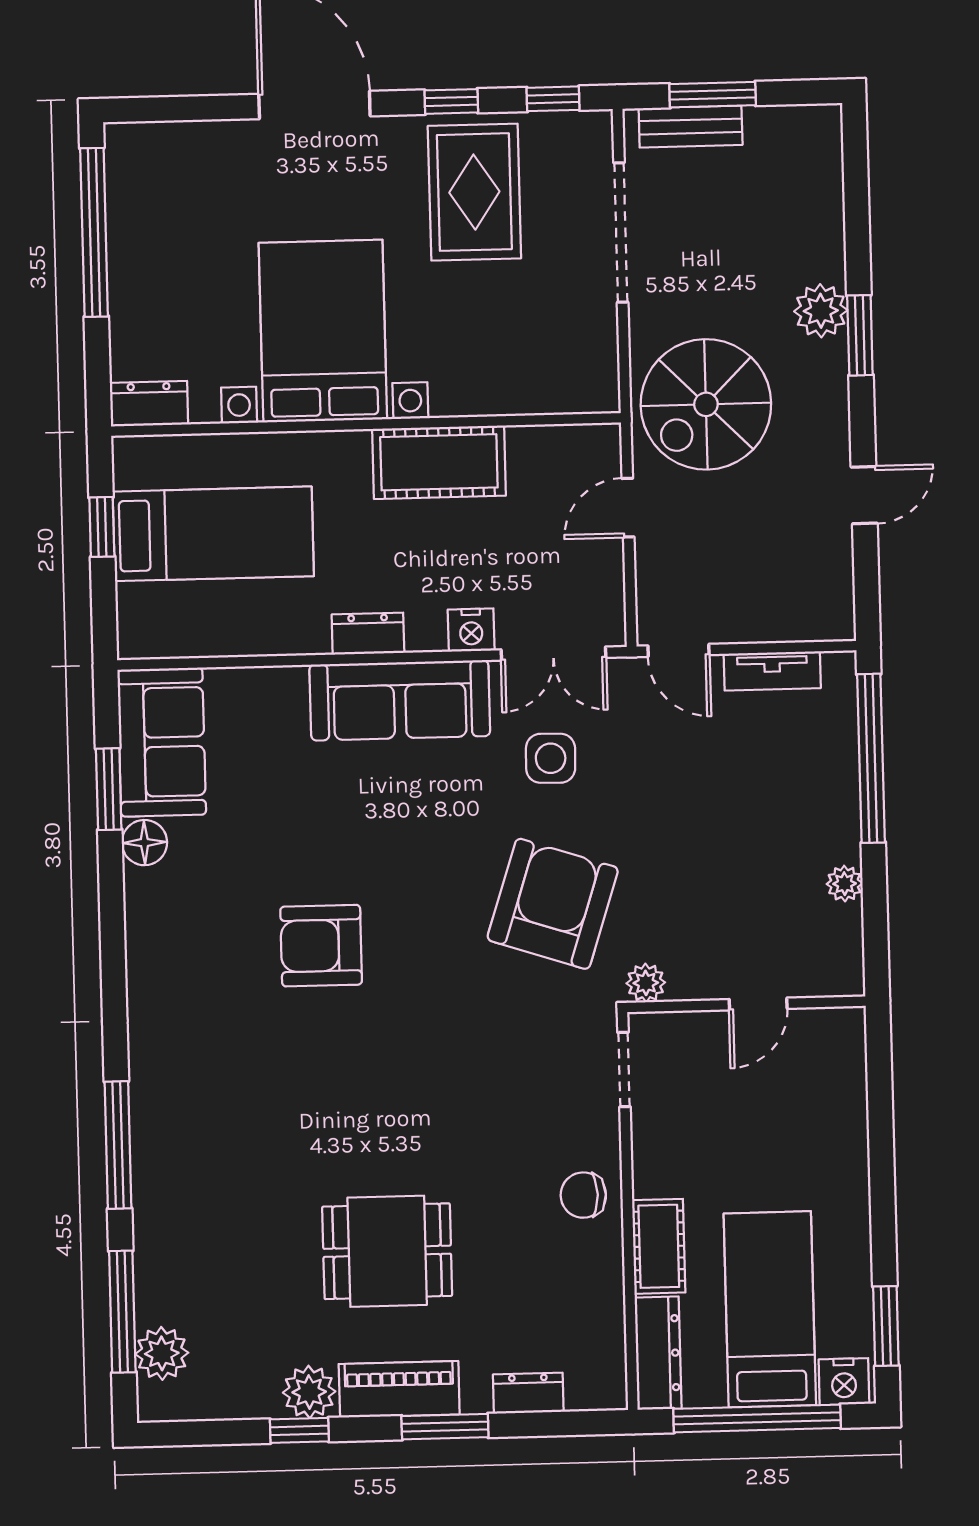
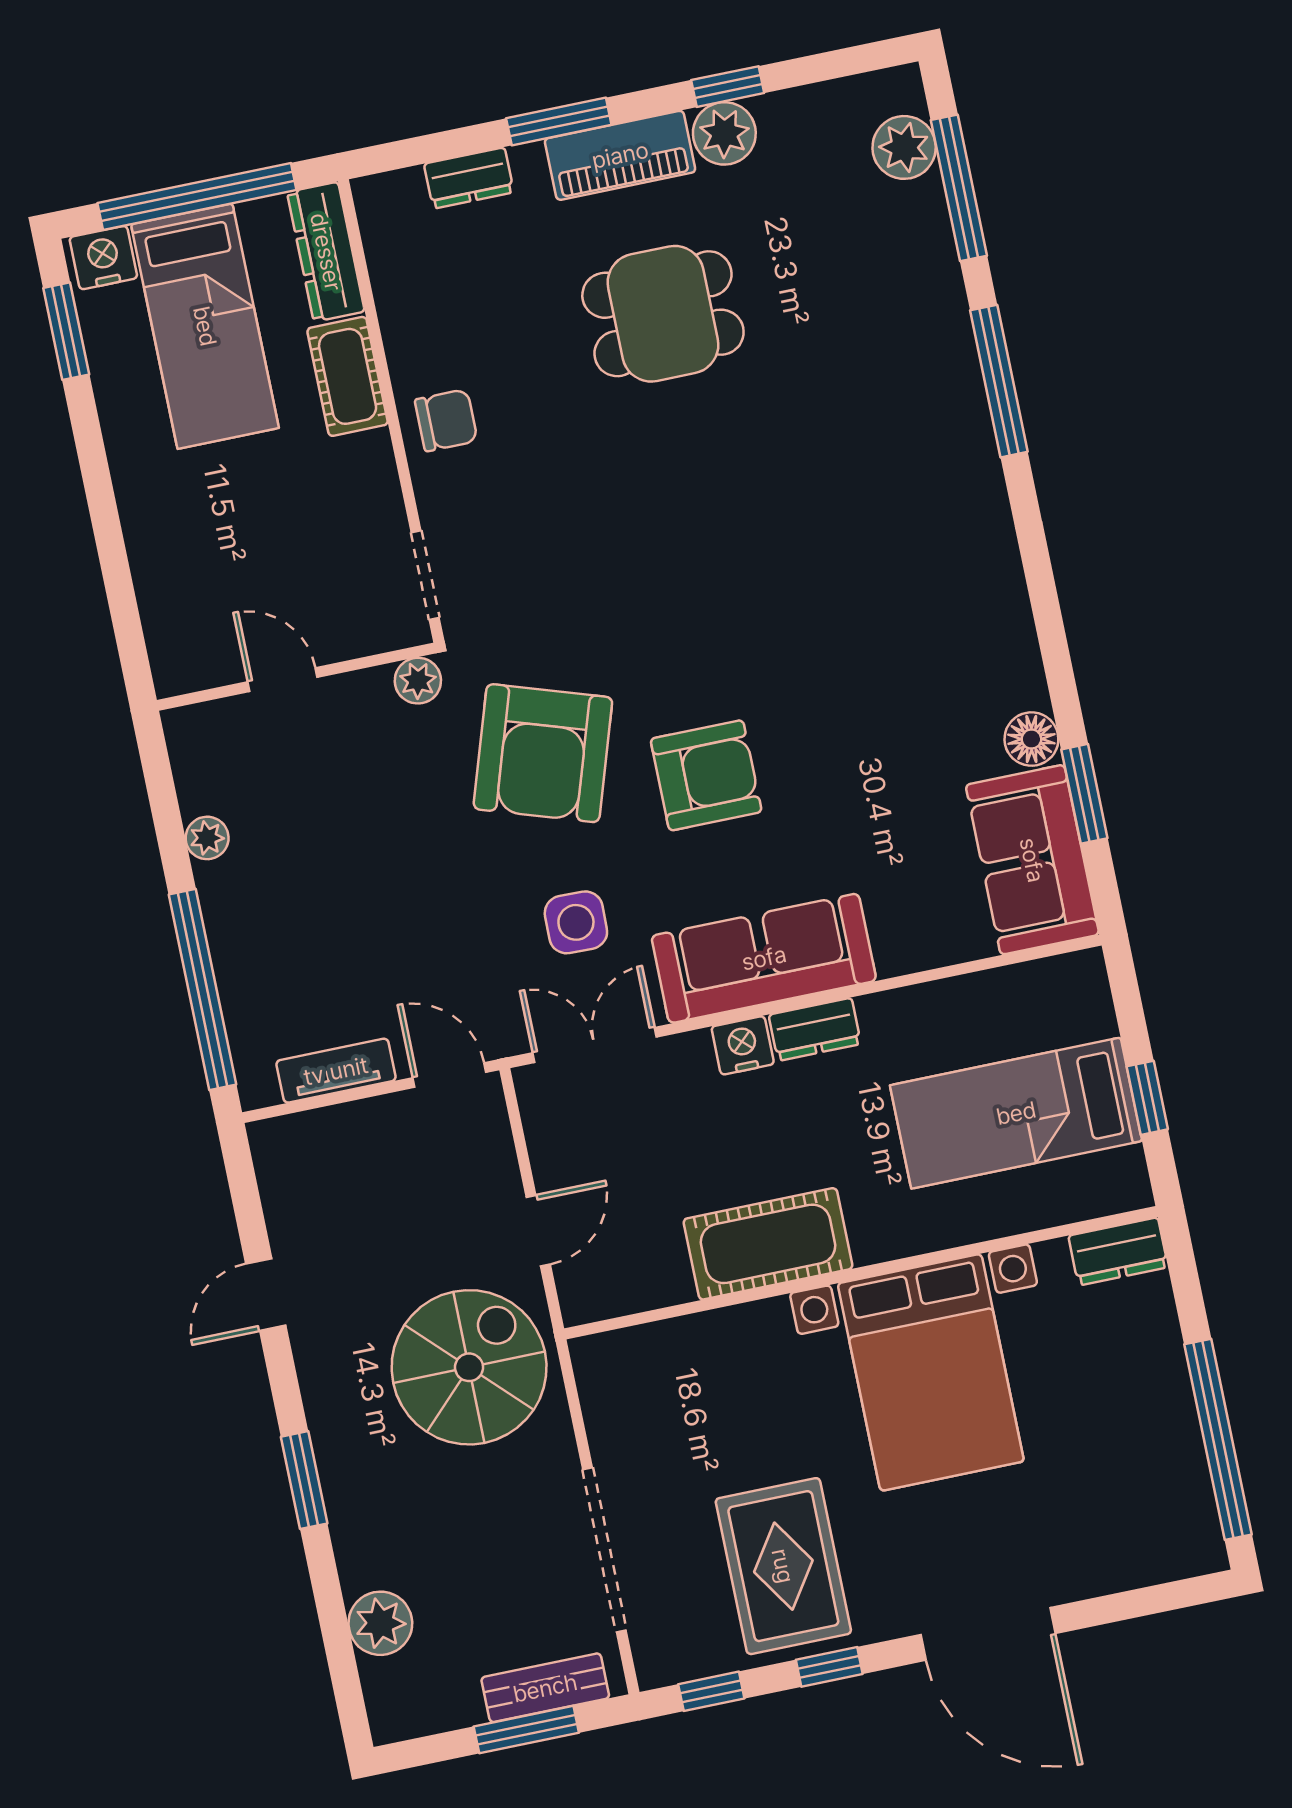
plant: (821, 311) -> (380, 1623), moved
nightstand: (471, 630) -> (743, 1045), moved
armchair: (321, 946) -> (706, 775), moved
door: (758, 1004) -> (282, 680), hinge flipped

